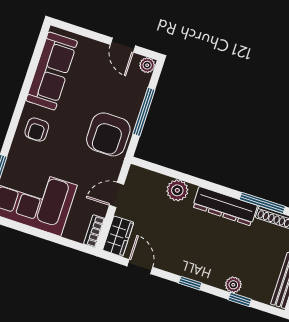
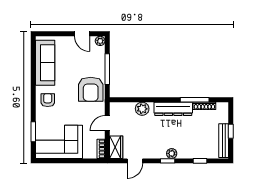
armchair: (37, 130) -> (48, 100), turned 180
door: (140, 267) -> (135, 161), swing flipped
plant: (233, 285) -> (172, 153), moved

